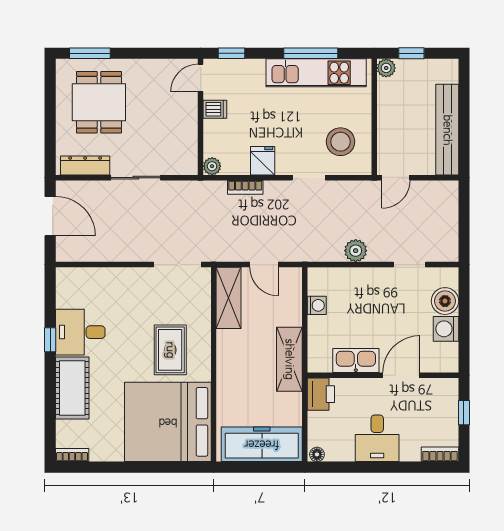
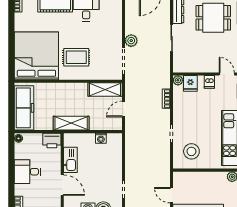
fridge: (263, 161) -> (190, 83), moved, turned 90
door: (396, 178) -> (172, 195), moved
plant: (356, 251) -> (131, 41), moved

